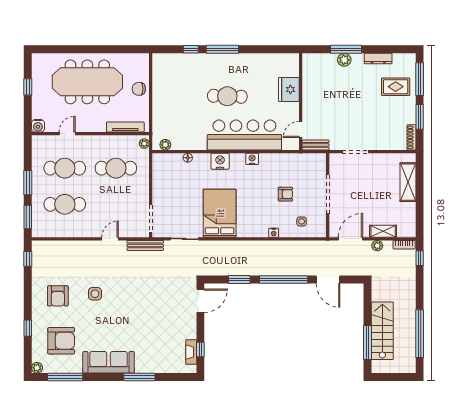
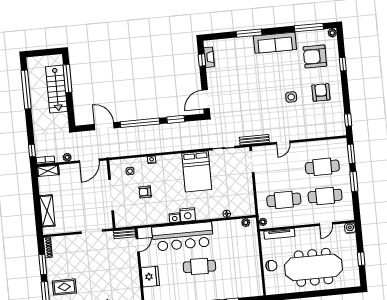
nightstand: (220, 161) -> (188, 215), moved
shelving: (383, 231) -> (48, 171), moved

